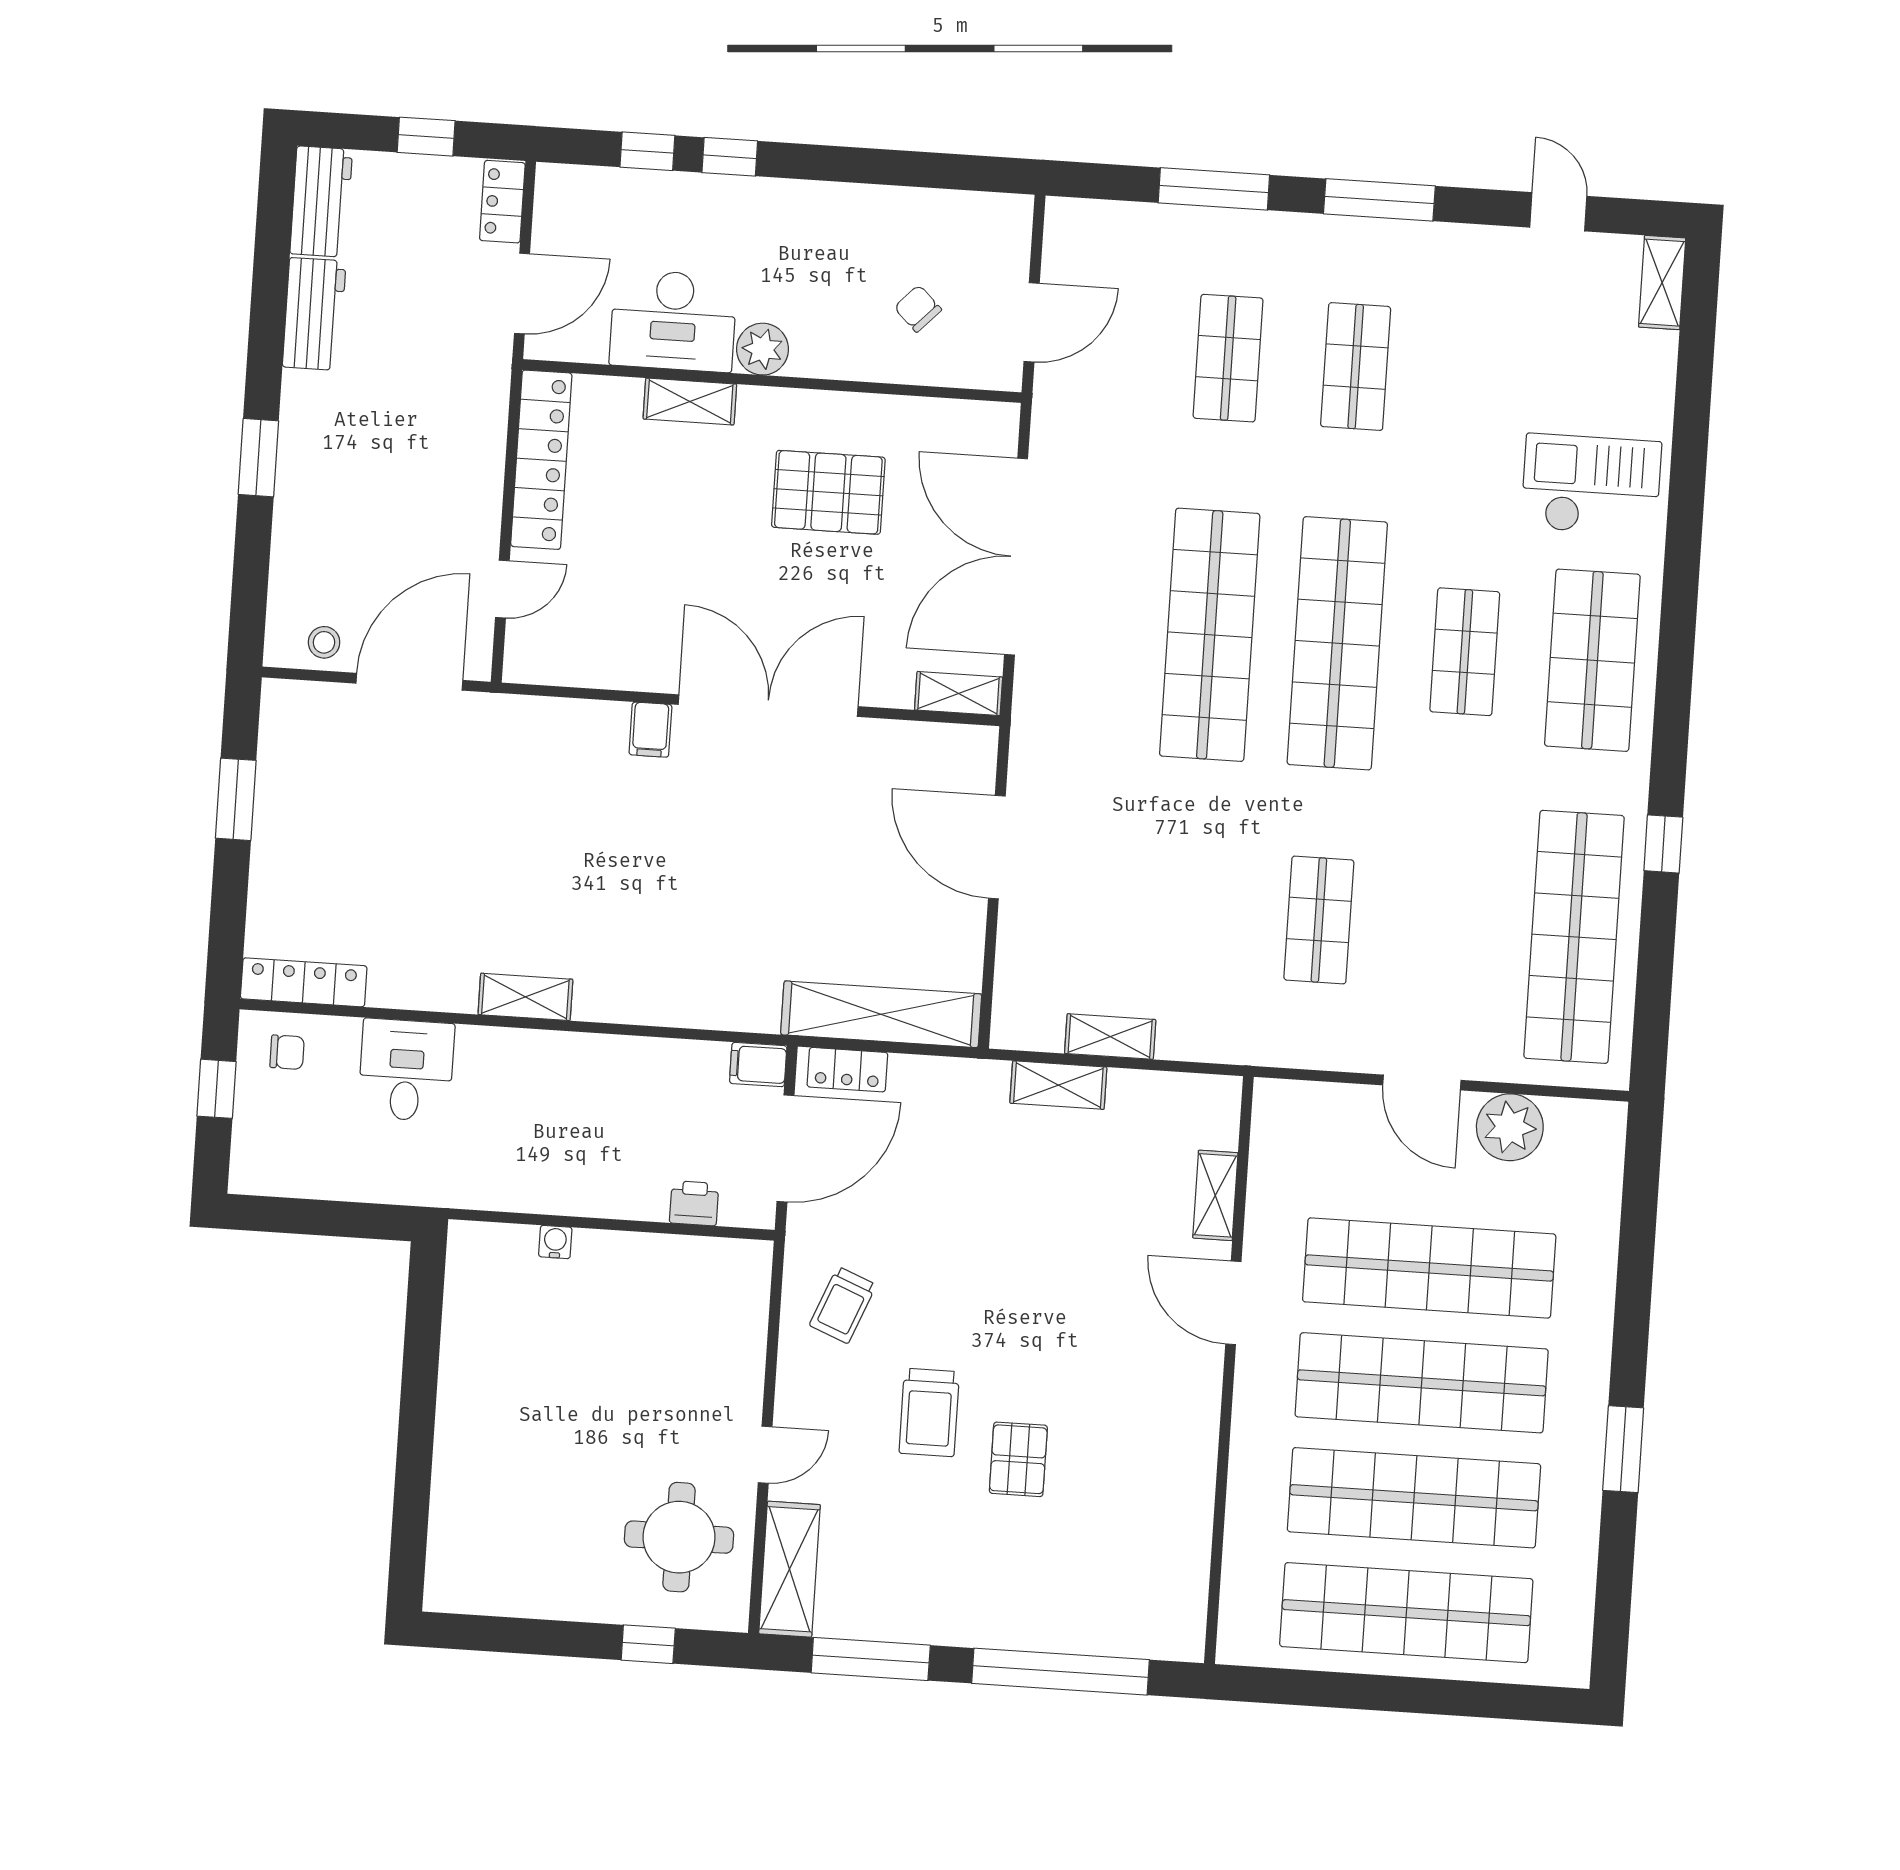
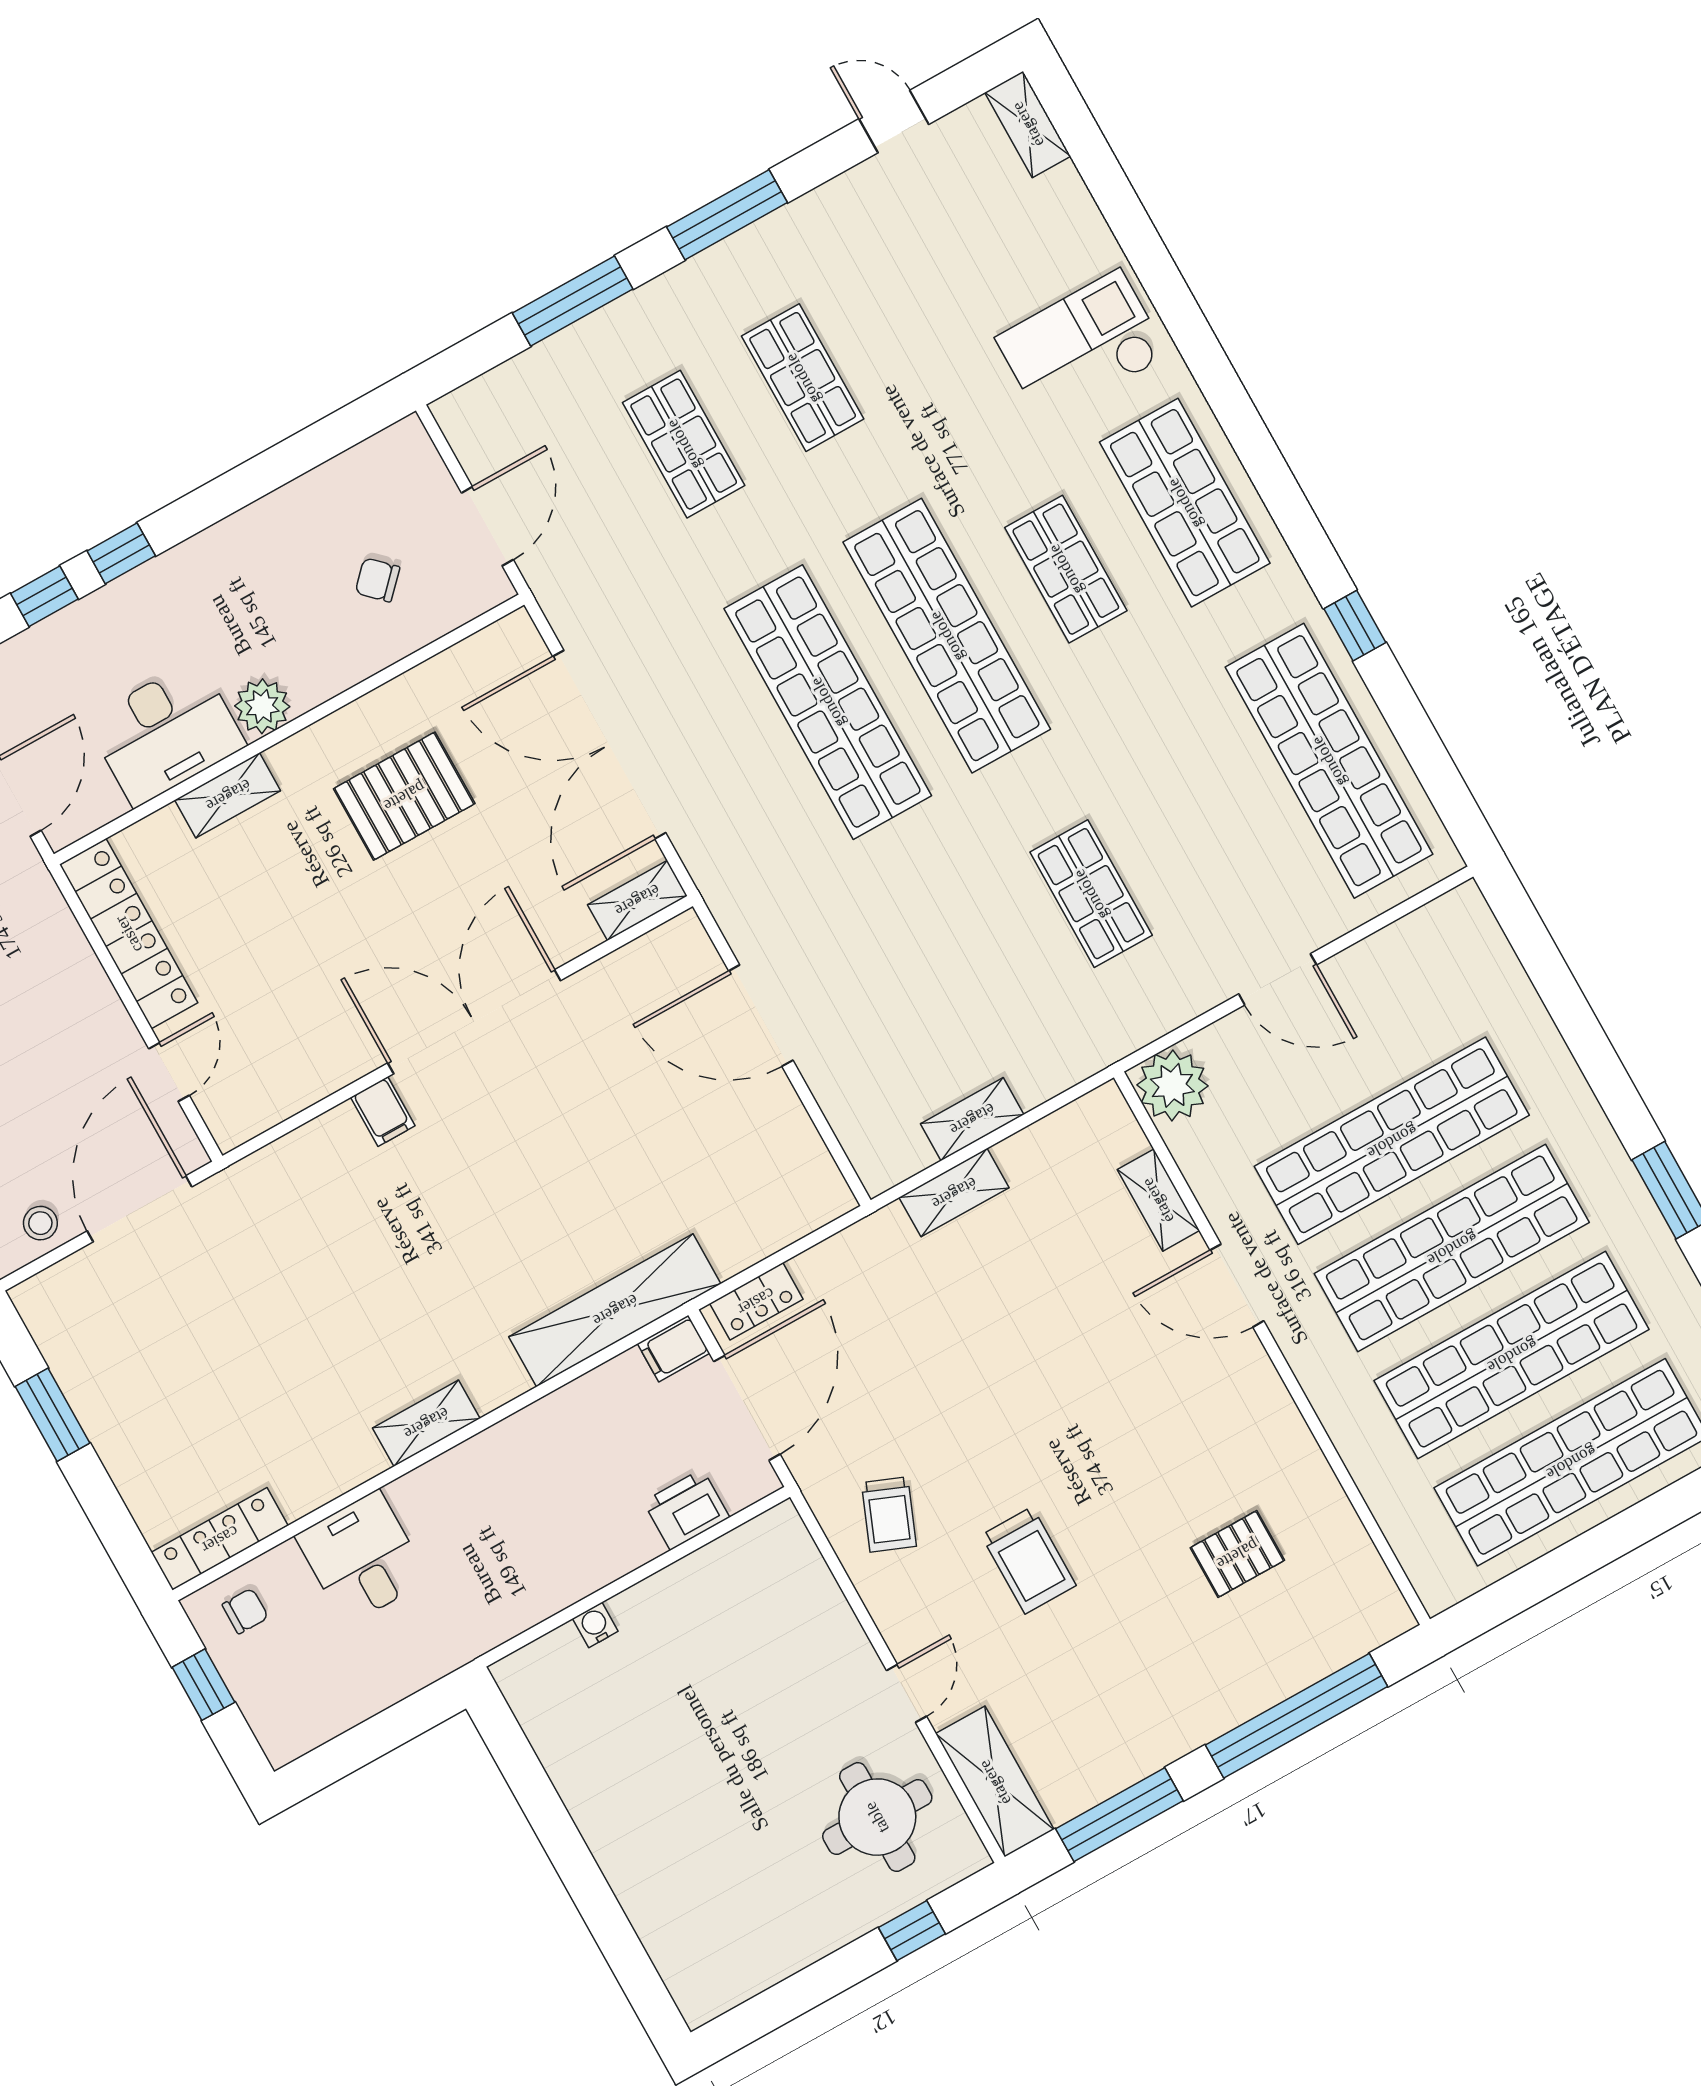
shelving: (881, 1014) -> (615, 1310), moved
plant: (1510, 1127) -> (1172, 1085), moved
printer: (694, 1203) -> (686, 1509), width x1.36, depth x1.24
pallet: (1018, 1459) -> (1237, 1554), moved, turned 90

